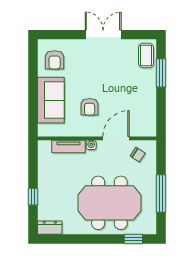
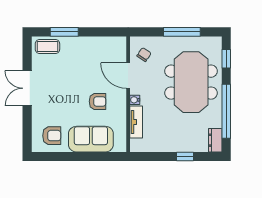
window: (79, 239) -> (226, 111), added

